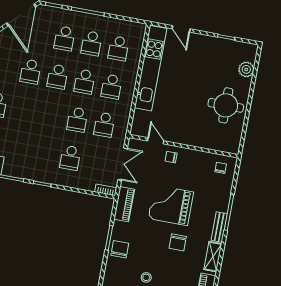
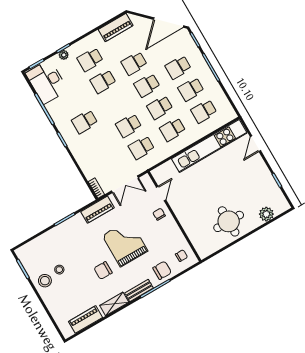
school desk: (23, 110) -> (103, 82), added
school desk: (70, 158) -> (85, 122), moved
chair: (120, 249) -> (162, 270), moved

